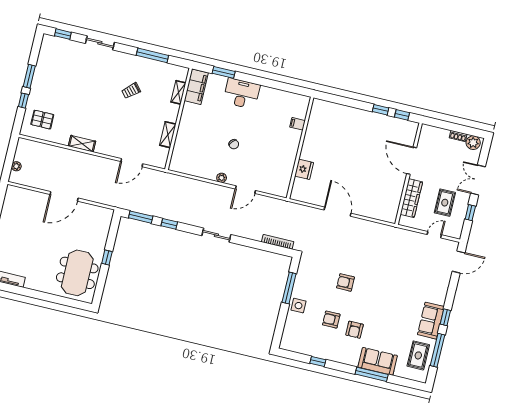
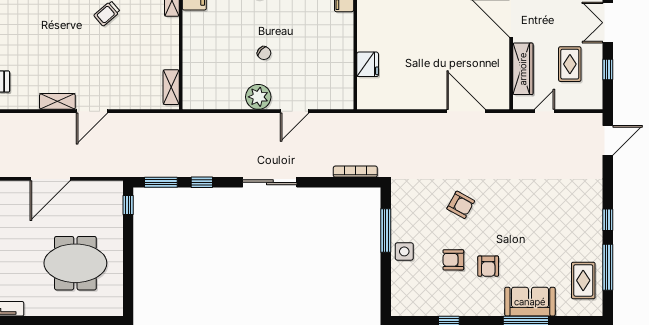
shelving: (168, 135) -> (171, 87), moved
door: (132, 163) -> (92, 111), moved
plant: (222, 178) -> (258, 97), width x1.87, depth x1.87
door: (337, 212) -> (466, 111), moved
sliding door: (216, 235) -> (270, 182), width x1.37
door: (434, 235) -> (544, 111), moved
window: (107, 258) -> (128, 205), moved
meeting table: (77, 273) -> (75, 263), moved, turned 90
armchair: (346, 282) -> (461, 205), turned -151
sofa: (431, 321) -> (589, 229), removed

